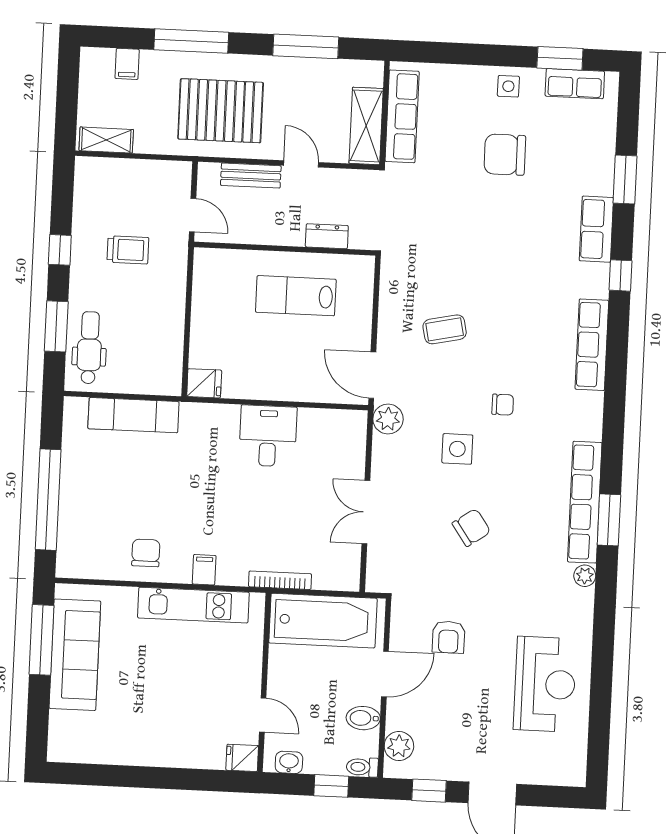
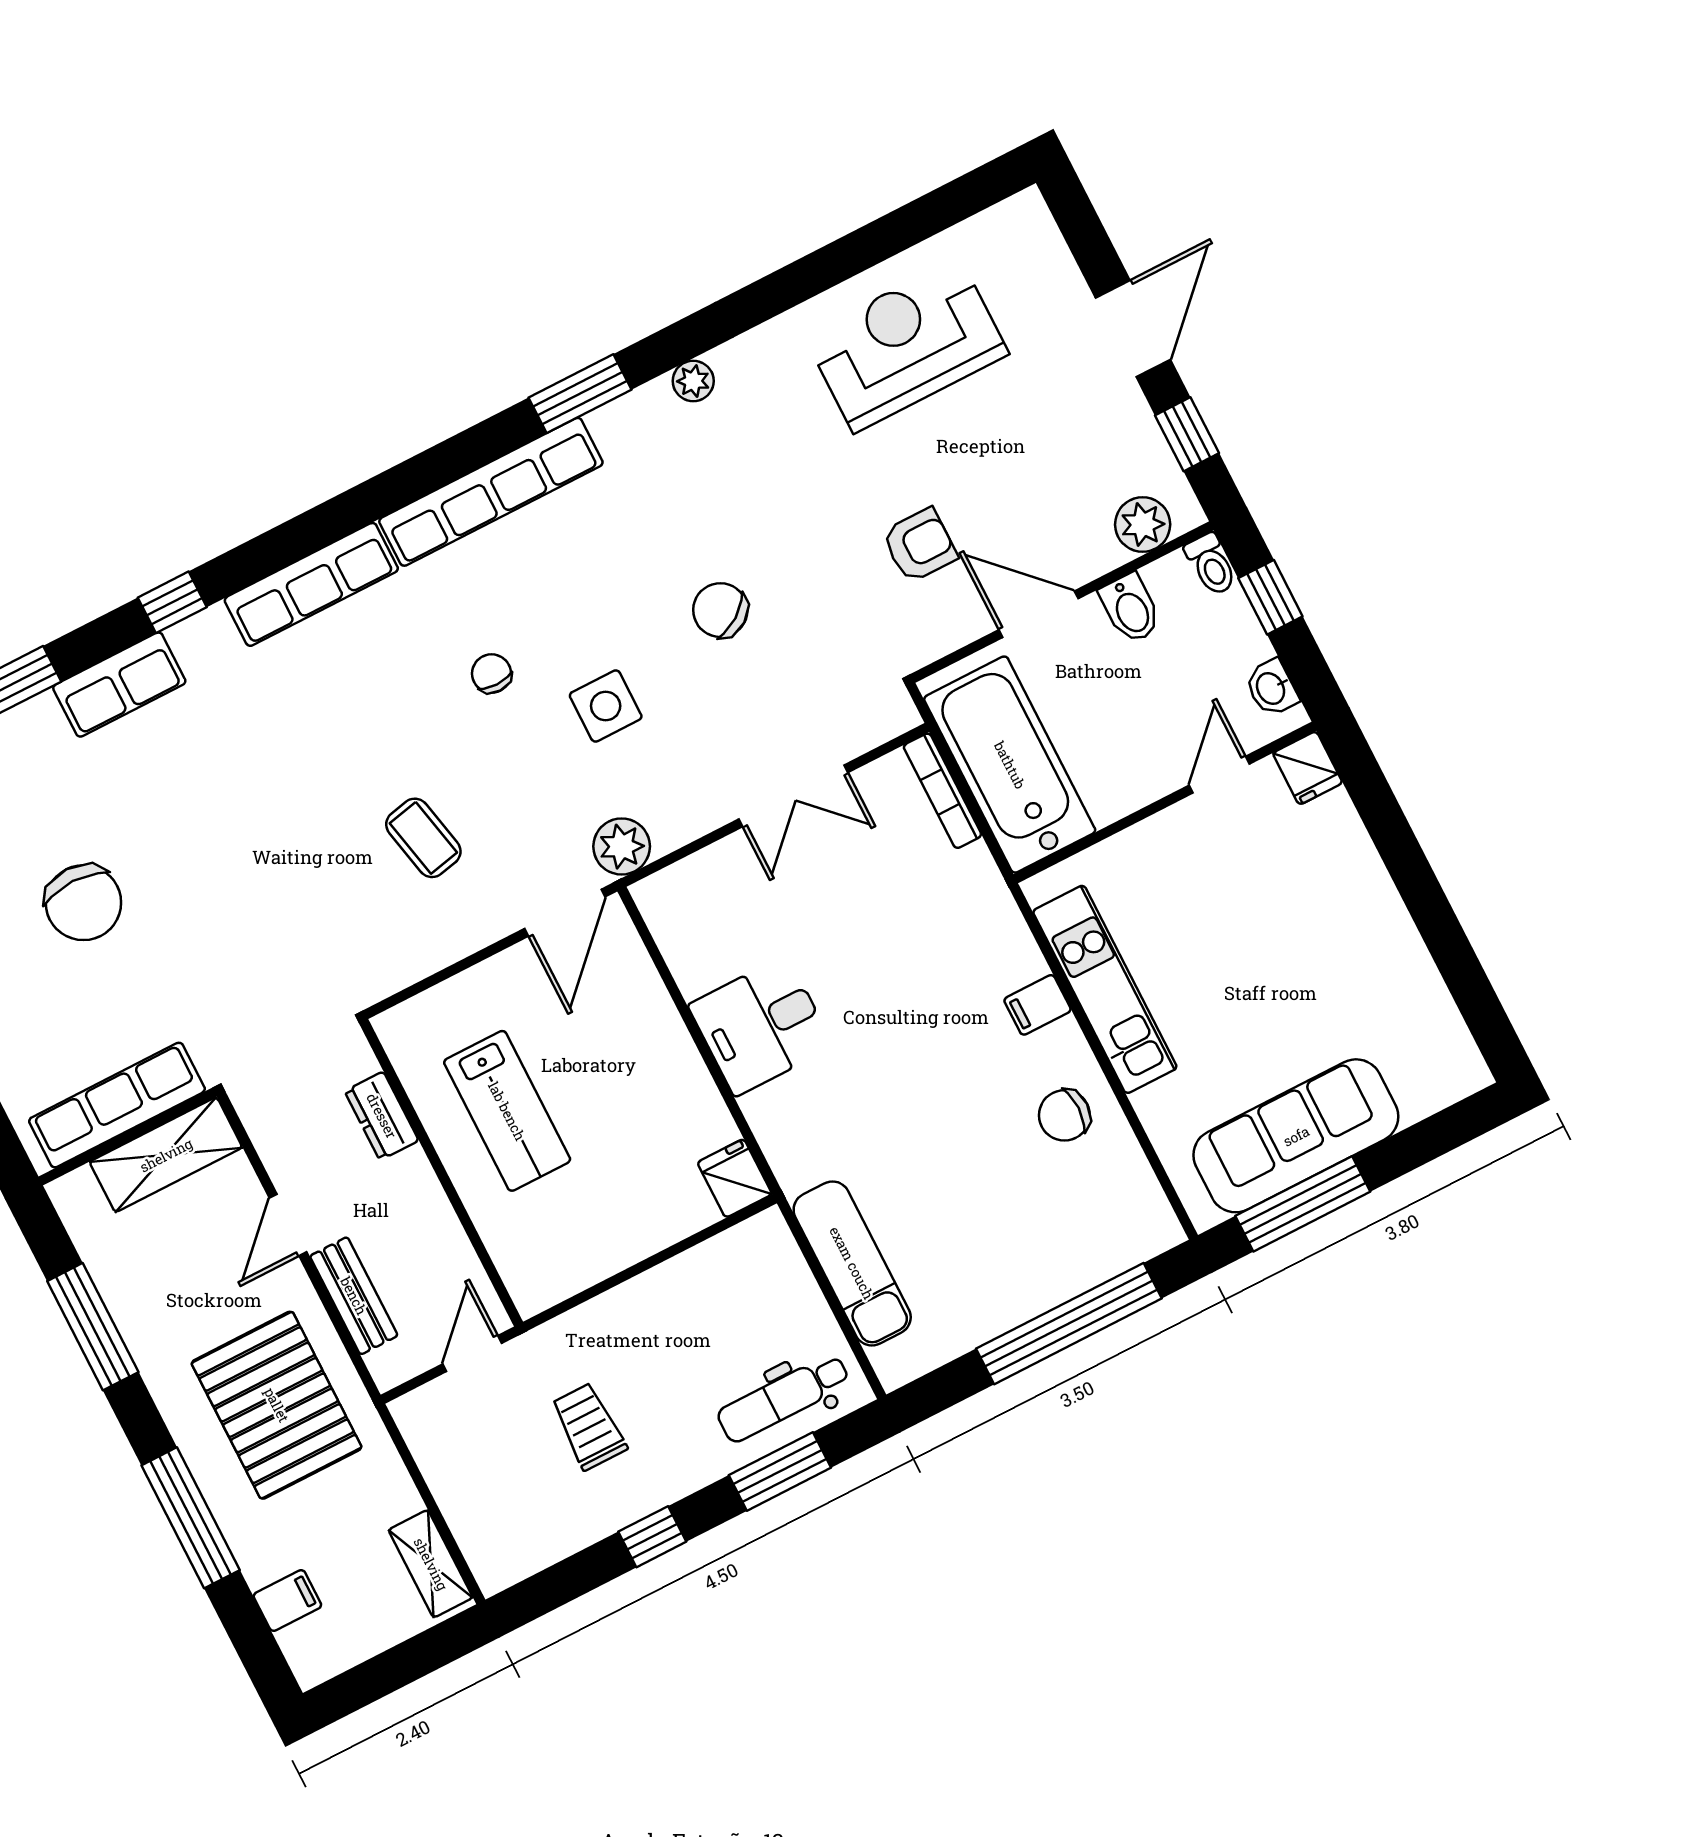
row of seats: (585, 502) -> (491, 492), moved
bookcase: (280, 580) -> (942, 791), moved

